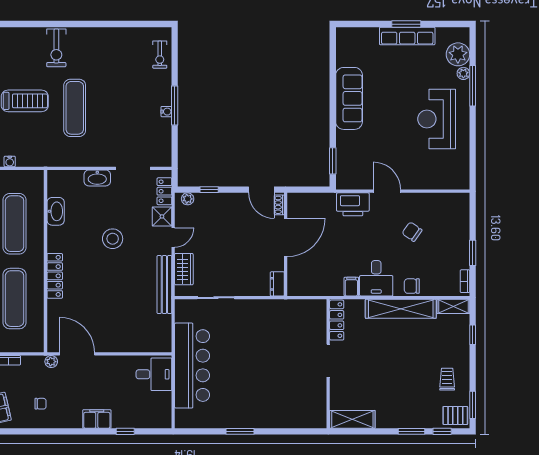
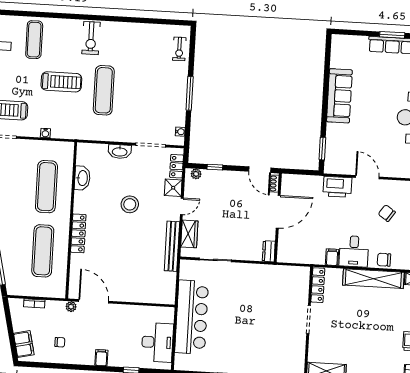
water cooler: (166, 112) -> (180, 132), moved
desk: (154, 374) -> (157, 342), moved, width x1.37
filing cabinet: (97, 419) -> (101, 358), width x0.50

